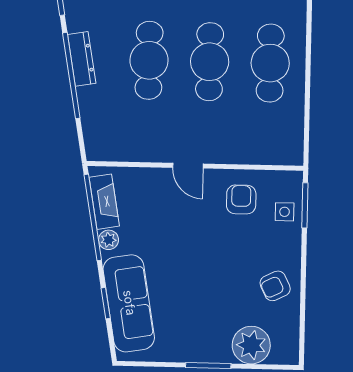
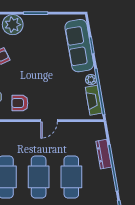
dresser: (82, 59) -> (104, 154), moved
door: (188, 166) -> (49, 121), swing flipped
armchair: (241, 199) -> (20, 103), turned 90

